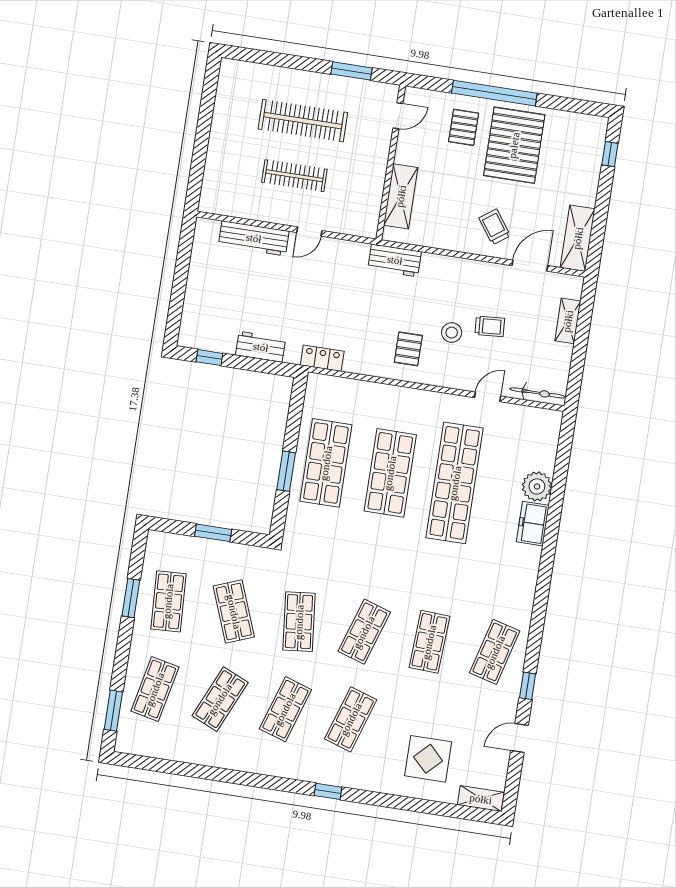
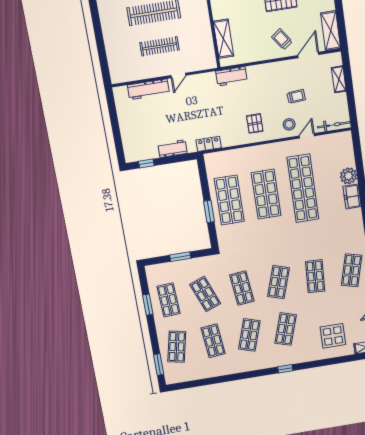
stool: (452, 333) -> (289, 124), moved
shop shelf: (220, 699) -> (213, 341), turned -30

